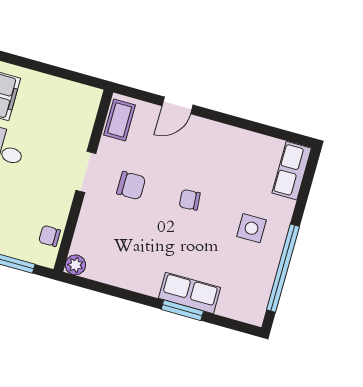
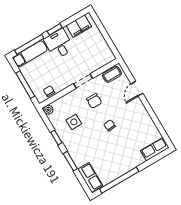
door: (178, 105) -> (137, 89), hinge flipped
side table: (252, 228) -> (74, 122), moved
row of seats: (190, 293) -> (90, 177), moved
window: (127, 295) -> (56, 137), added

